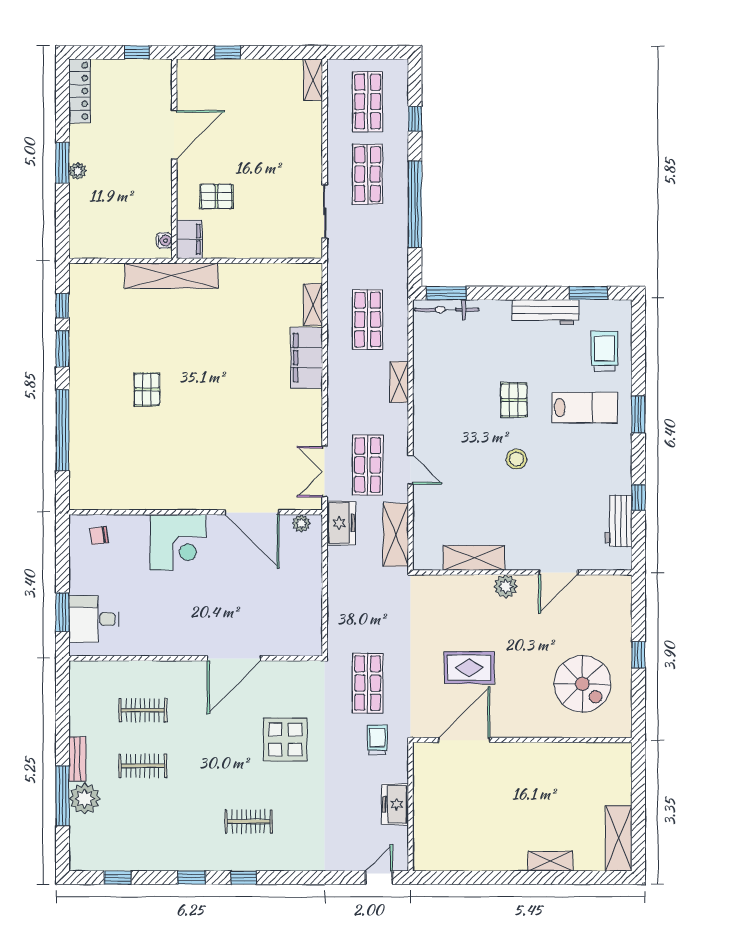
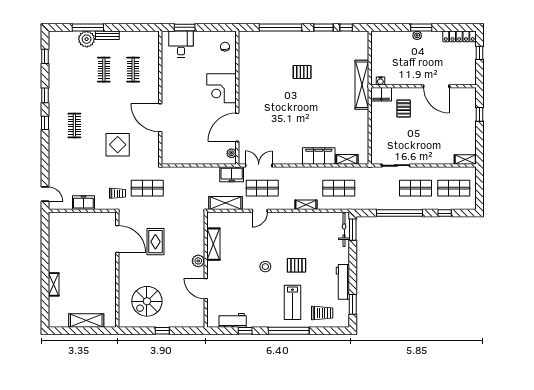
window: (137, 52) -> (480, 53), moved
window: (638, 415) -> (289, 331), width x2.11
shelving: (619, 838) -> (86, 320), moved

